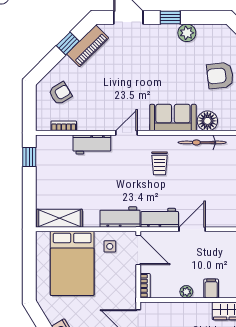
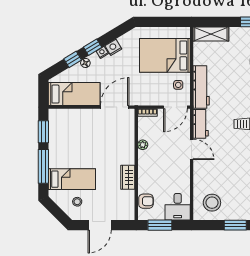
workbench: (120, 217) -> (201, 87), width x1.38
shelving: (60, 218) -> (211, 34), moved, turned 90
filing cabinet: (211, 289) -> (145, 164), removed

